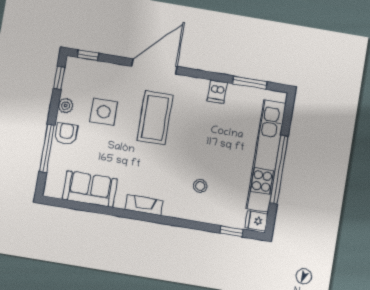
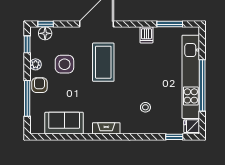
floor lamp: (85, 67) -> (45, 33), added

